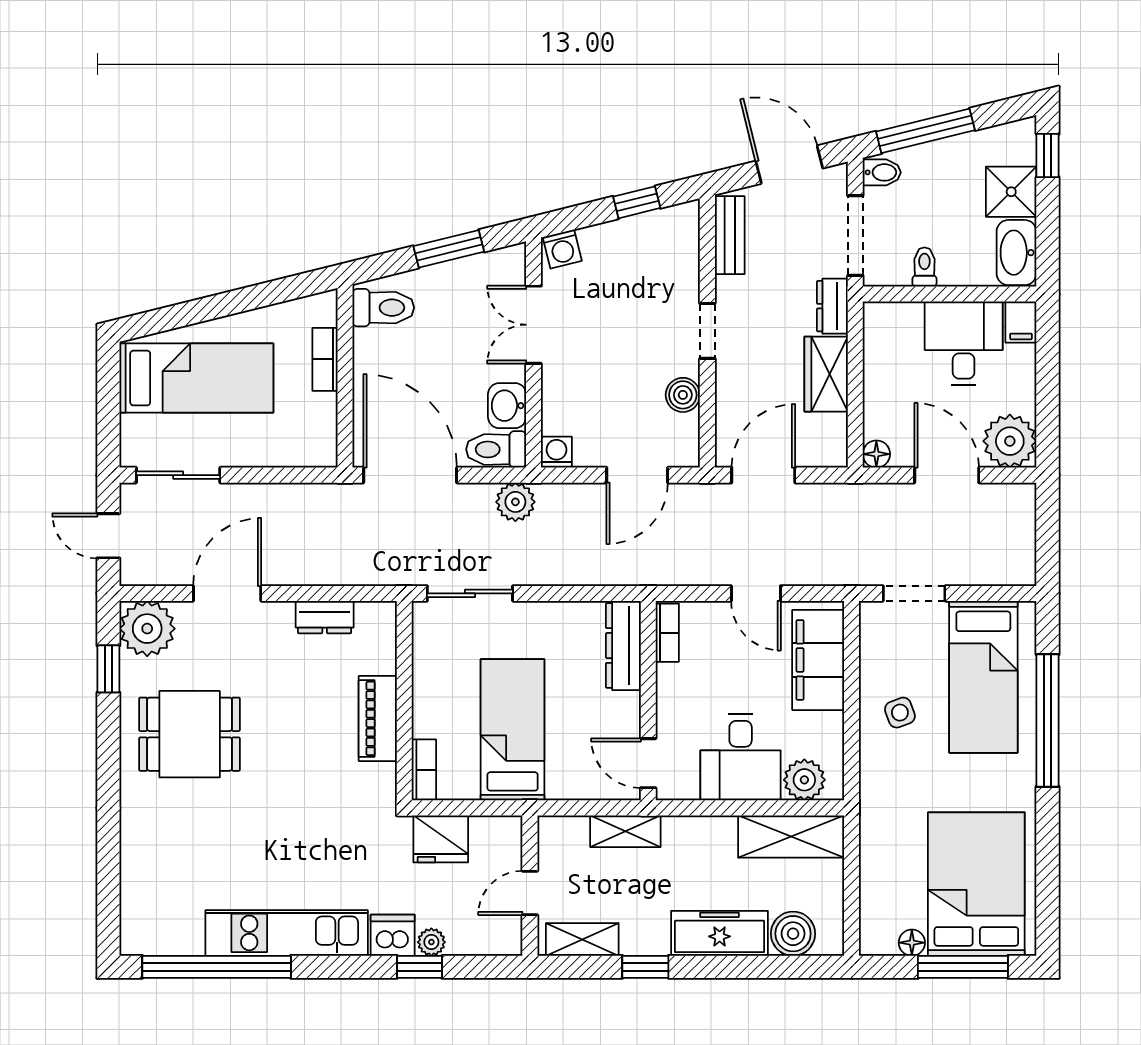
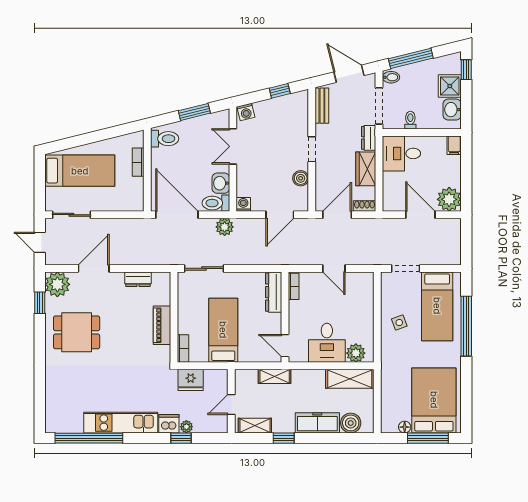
washbasin: (1017, 253) -> (452, 110), width x0.72
desk: (964, 343) -> (401, 153), moved, turned -90
floor lamp: (876, 454) -> (389, 205), removed
shoe rack: (823, 456) -> (364, 206), added
filing cabinet: (818, 660) -> (362, 299), removed

